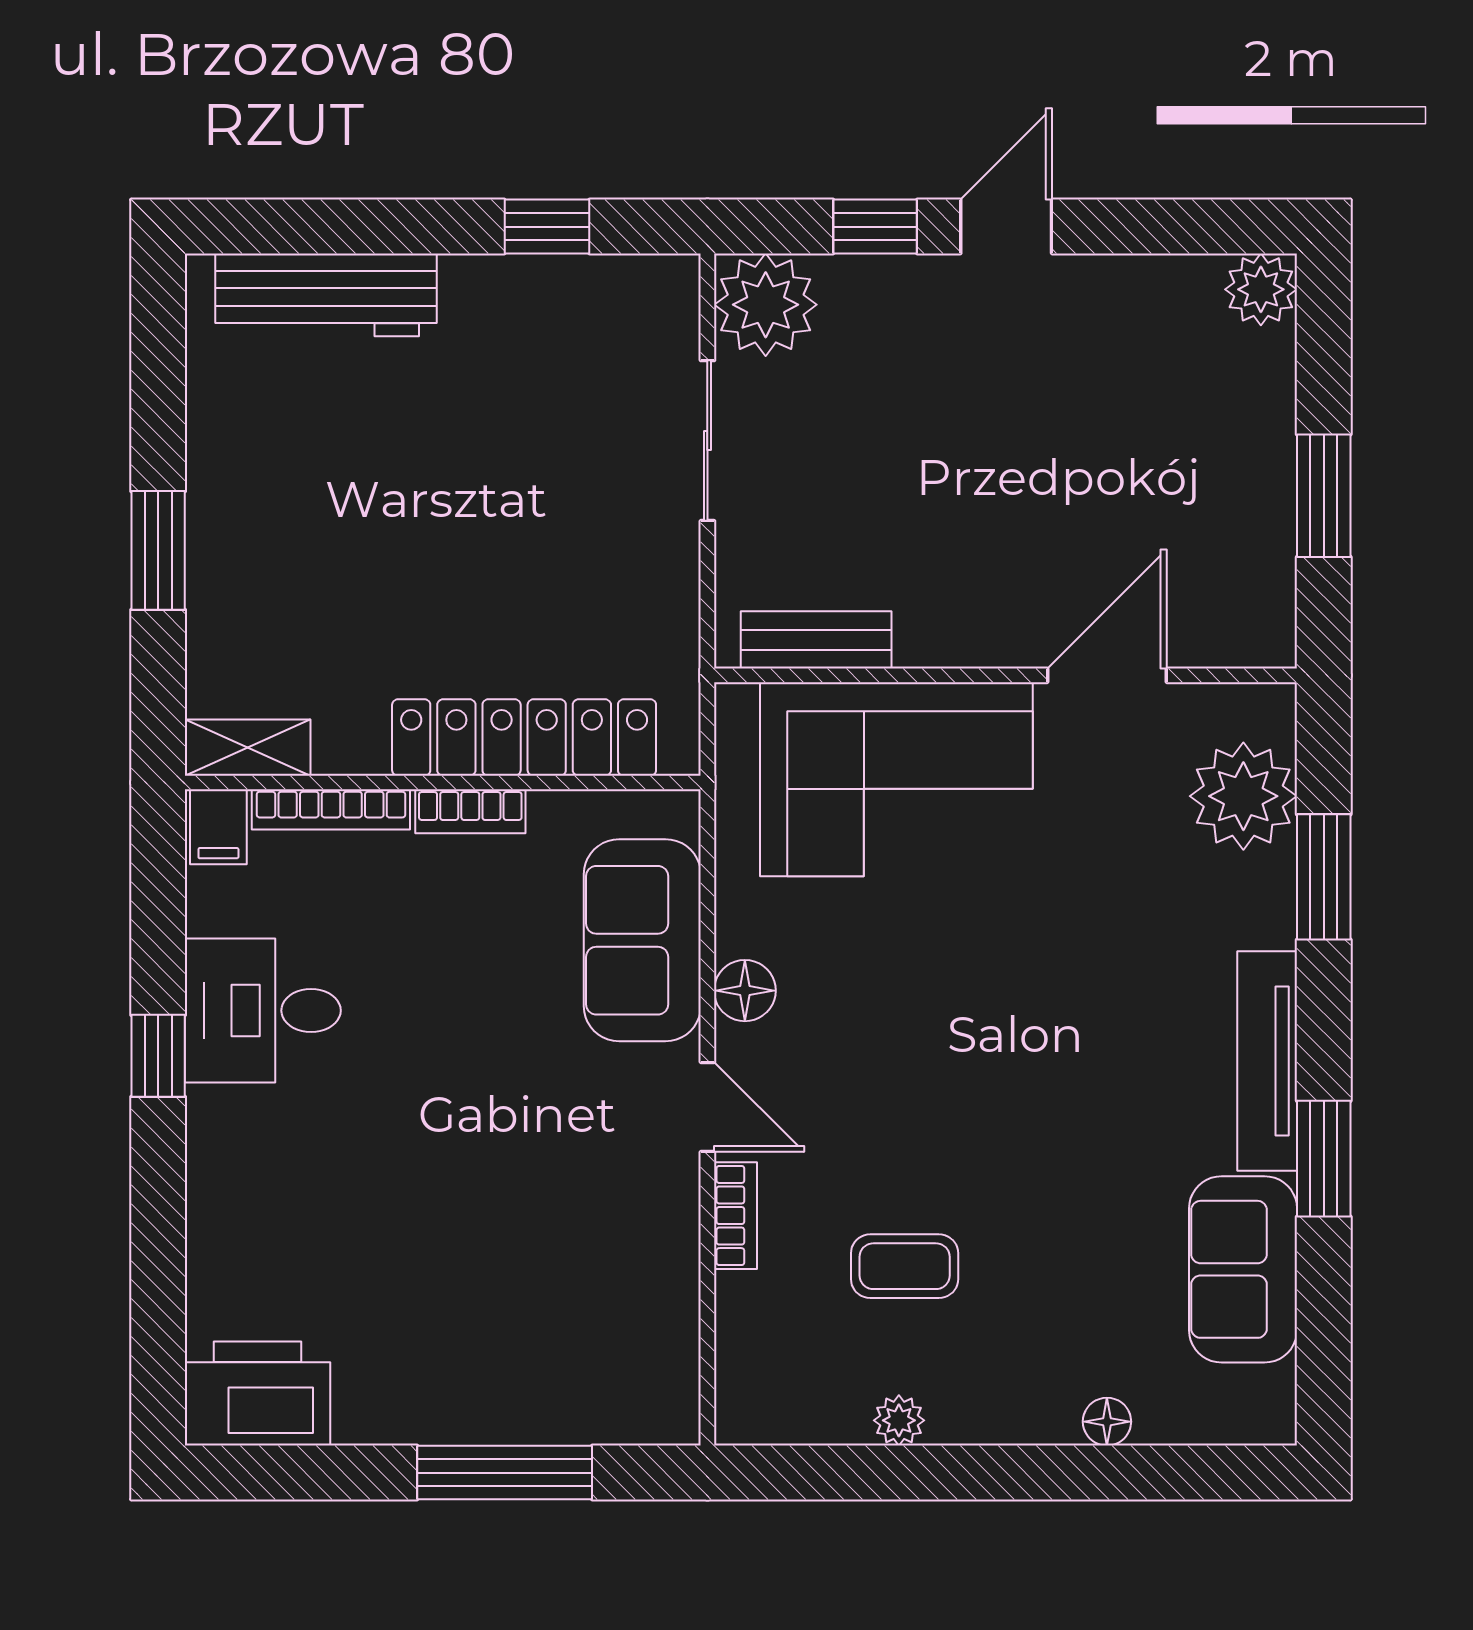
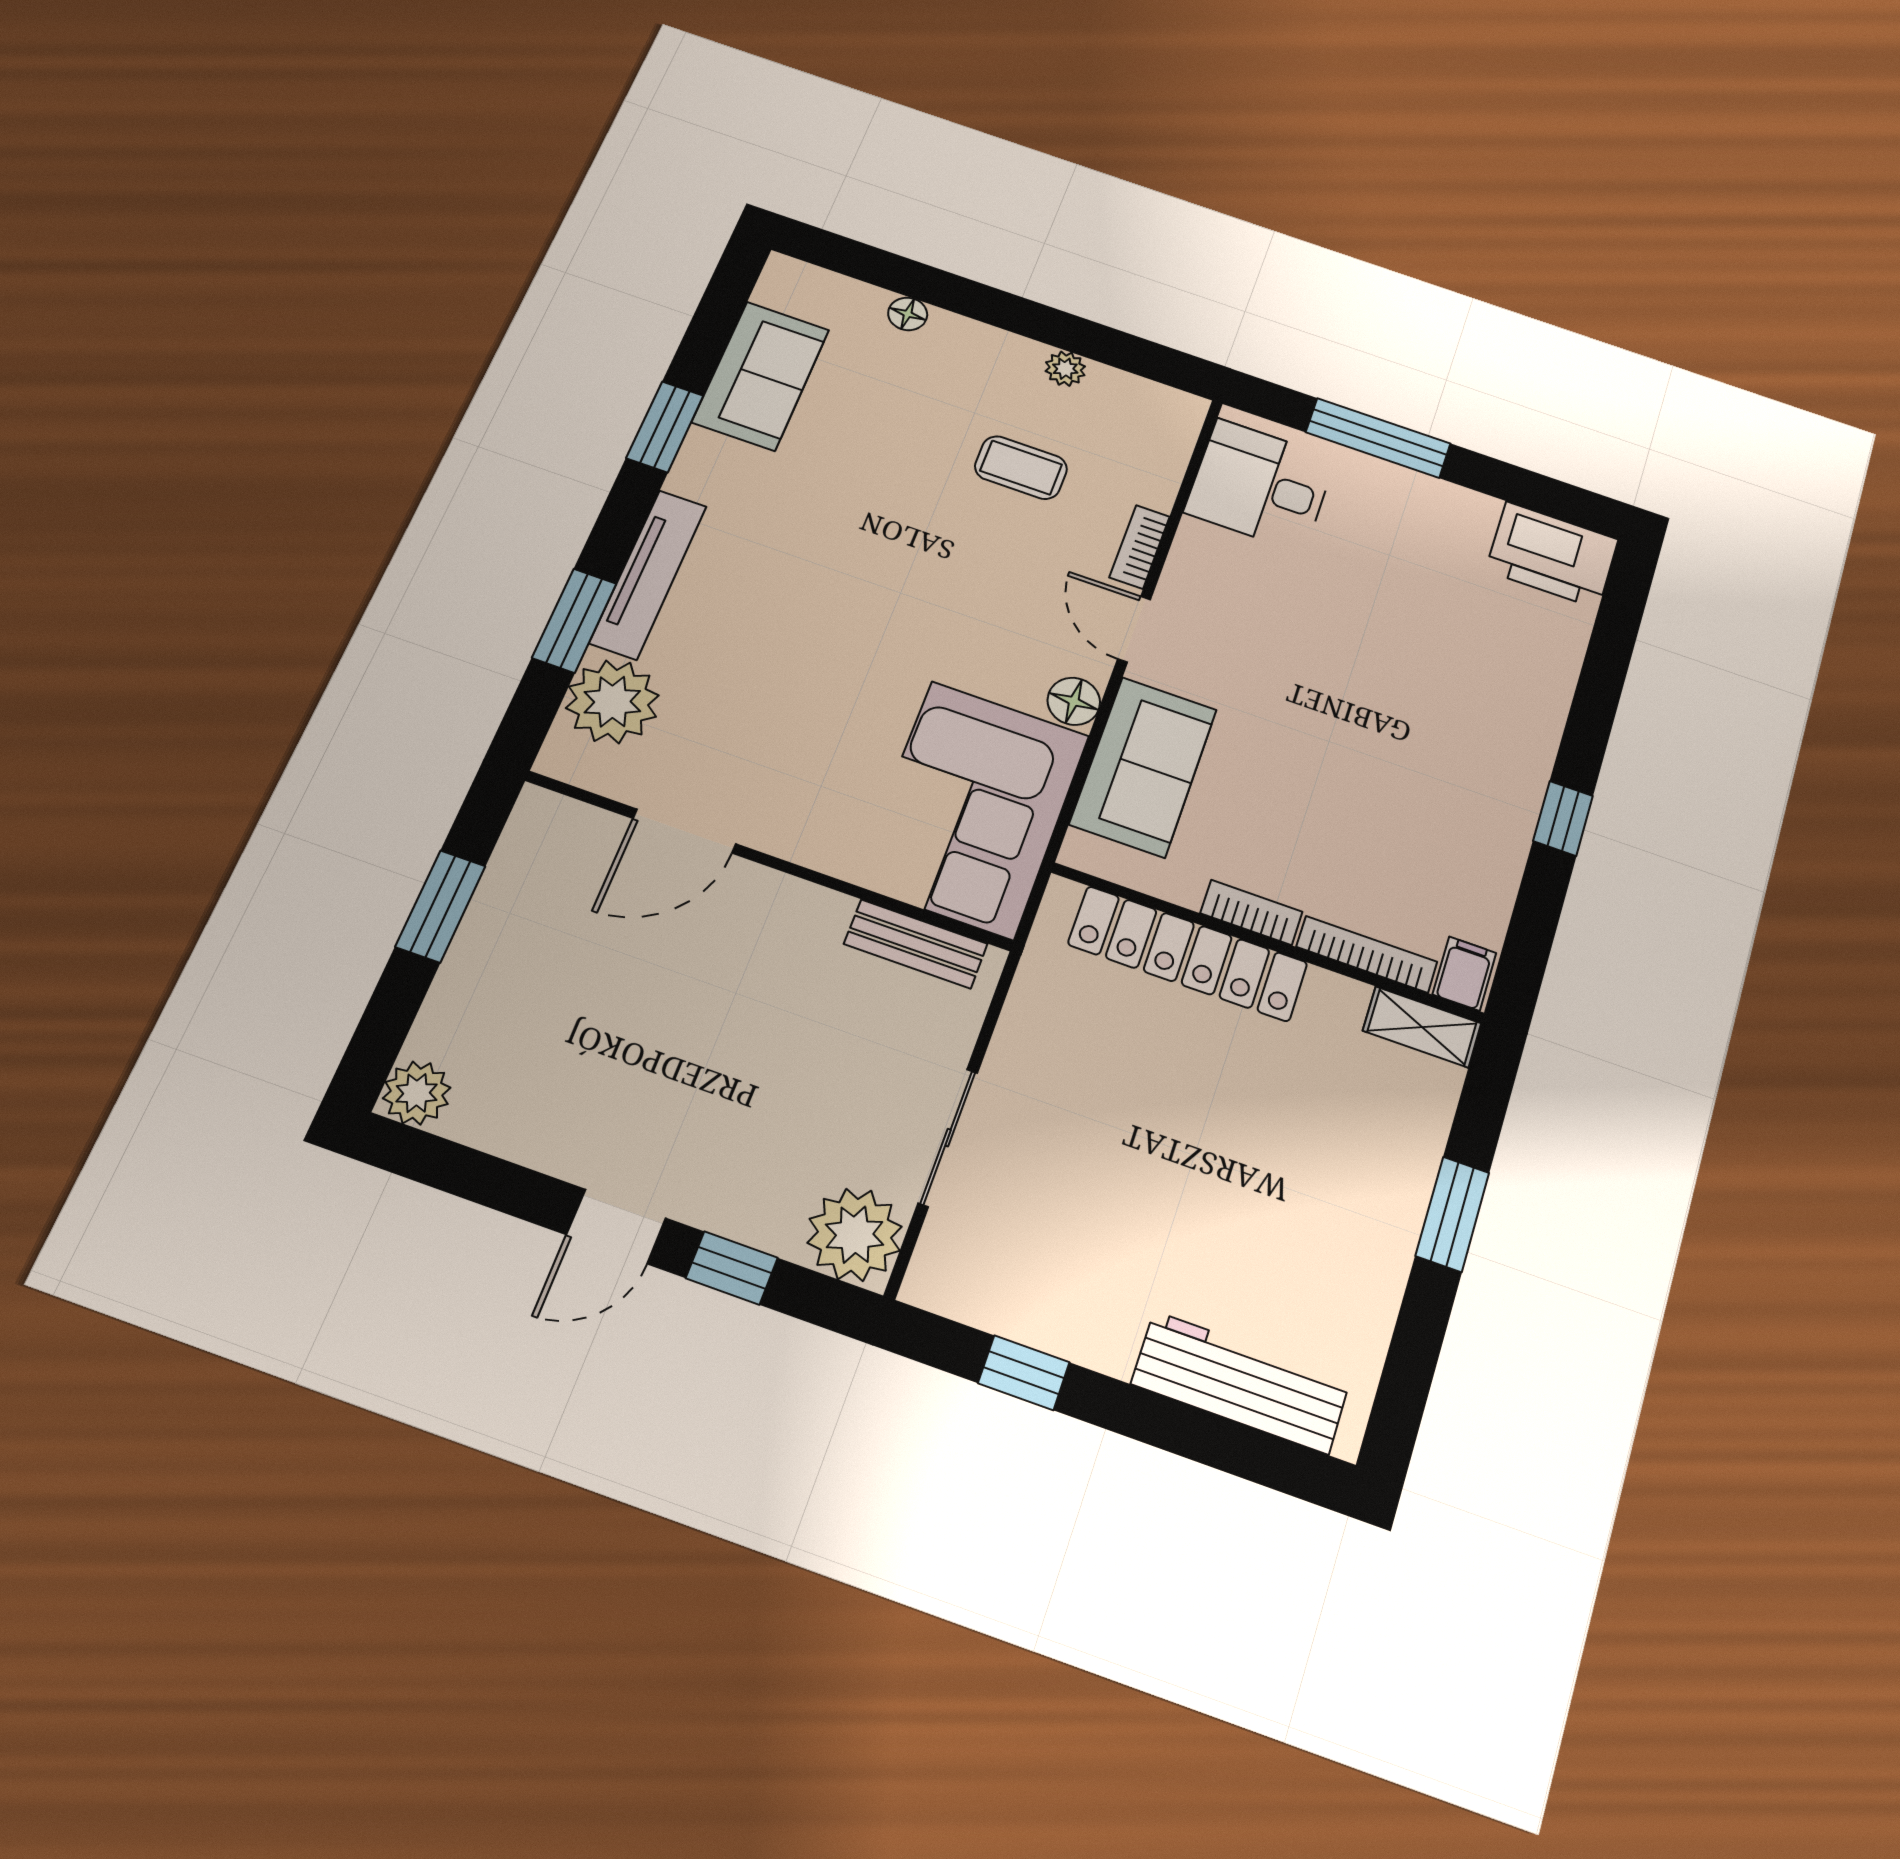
corner sofa: (896, 779) -> (972, 809), moved, turned -90
desk: (263, 1011) -> (1260, 485), moved, turned 180
tv unit: (1267, 1061) -> (648, 574), moved

